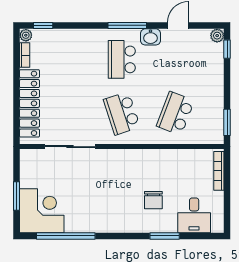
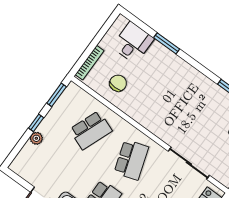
plant: (217, 36) -> (36, 138), moved
window: (227, 49) -> (36, 123), moved
chair: (153, 200) -> (118, 83), moved

